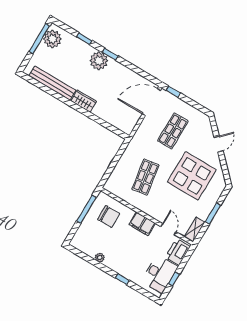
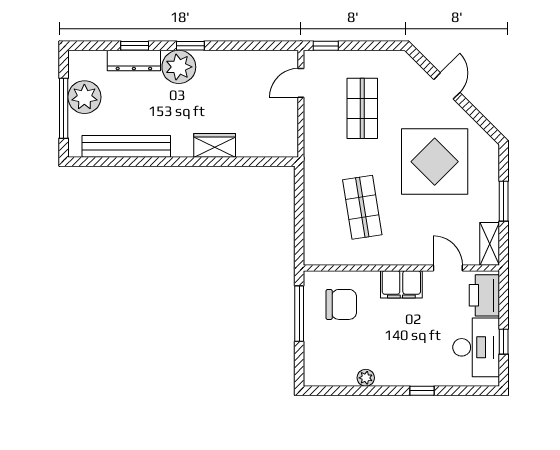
window: (39, 39) -> (64, 108), moved
plant: (52, 39) -> (84, 97), moved
dresser: (80, 45) -> (134, 60), added
wardrobe: (84, 101) -> (215, 145), moved
door: (151, 102) -> (301, 83), width x0.53

